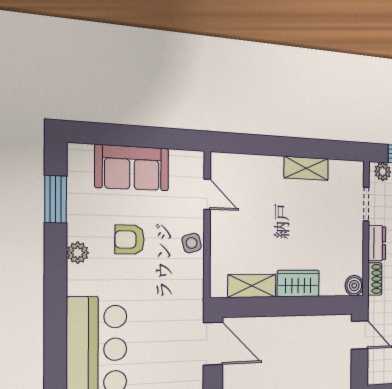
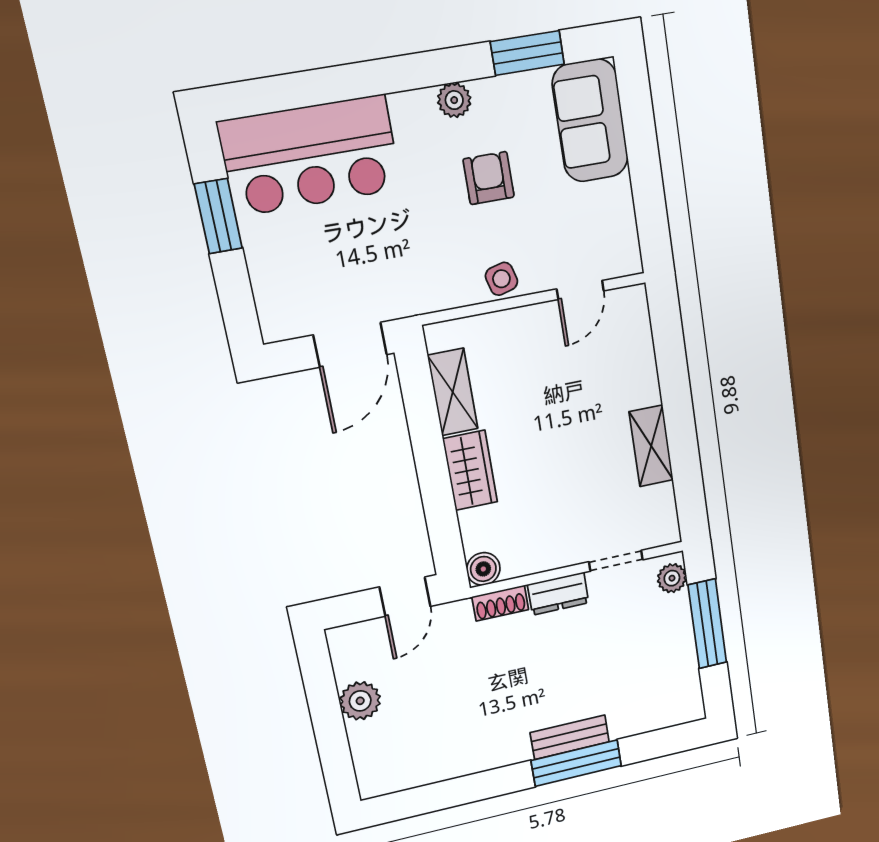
sofa: (132, 168) -> (590, 121), moved

